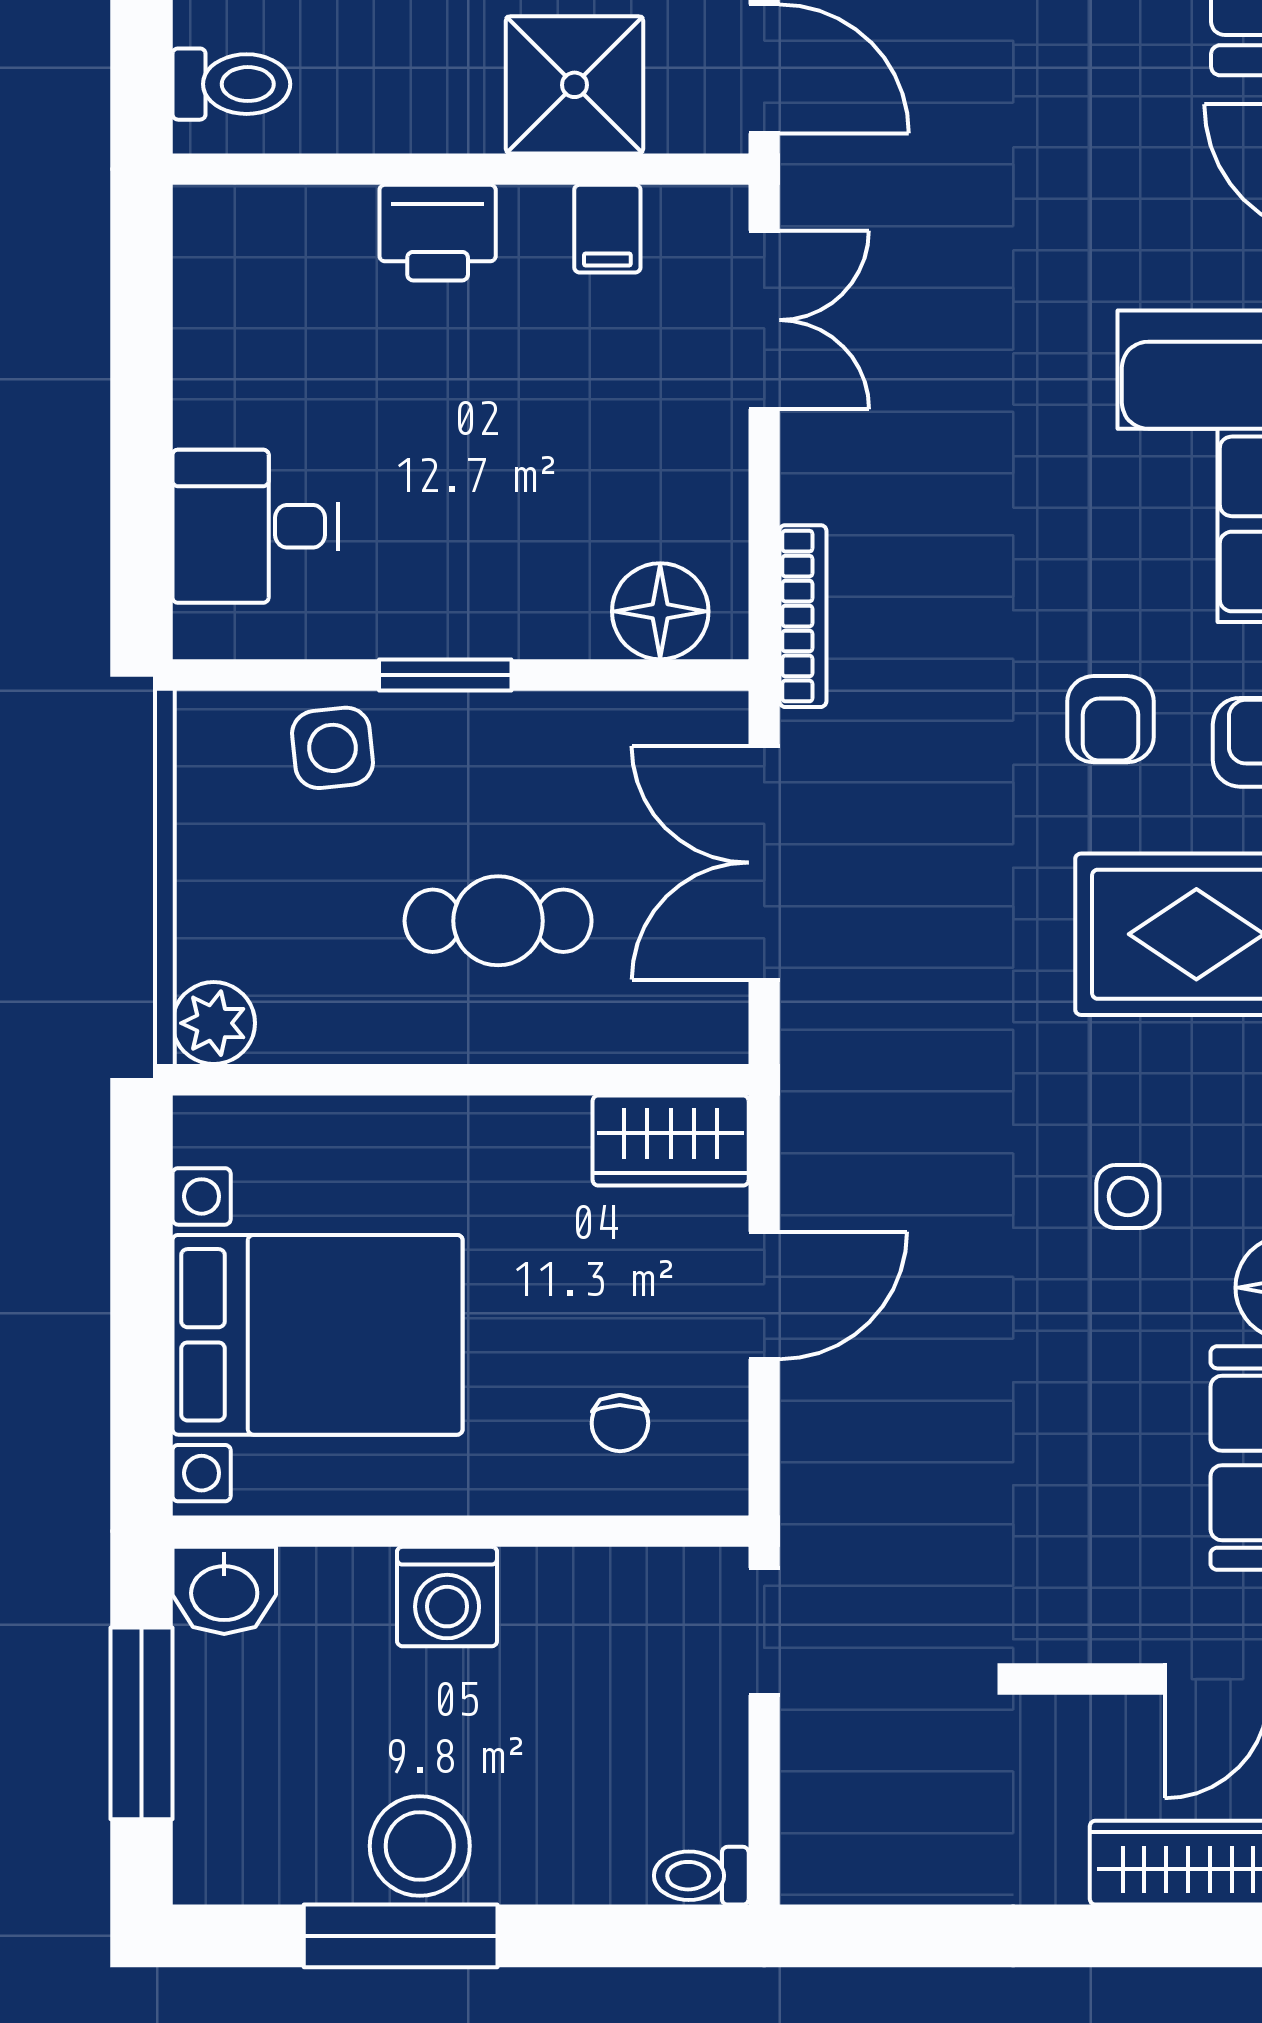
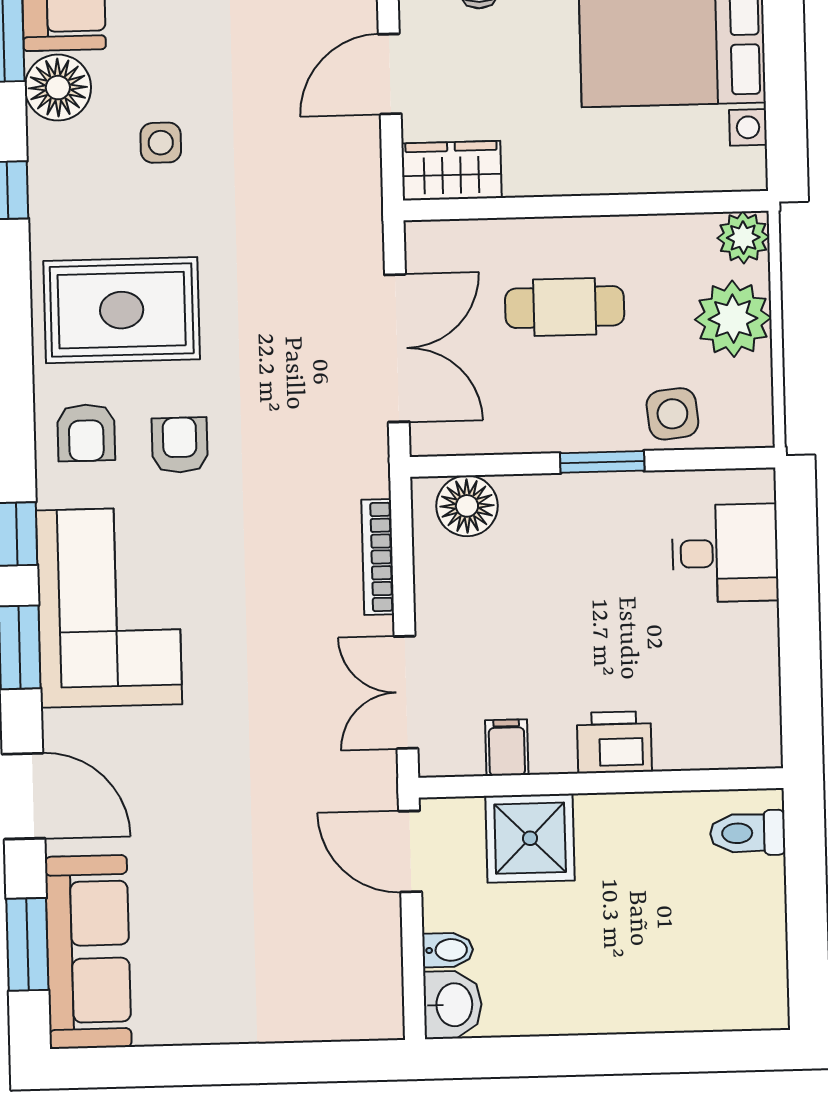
bookcase: (803, 616) -> (378, 557), moved
plant: (233, 895) -> (733, 319), added

